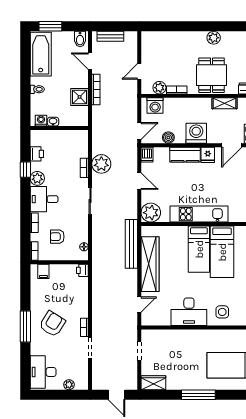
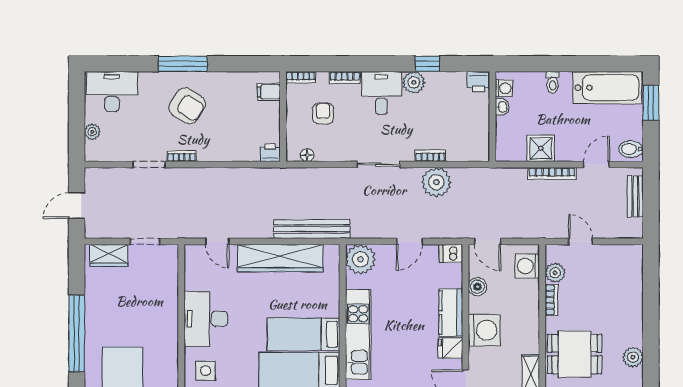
printer: (37, 154) -> (478, 82), moved
wardrobe: (153, 383) -> (109, 255), moved, turned 90
window: (198, 395) -> (77, 333), width x1.46

